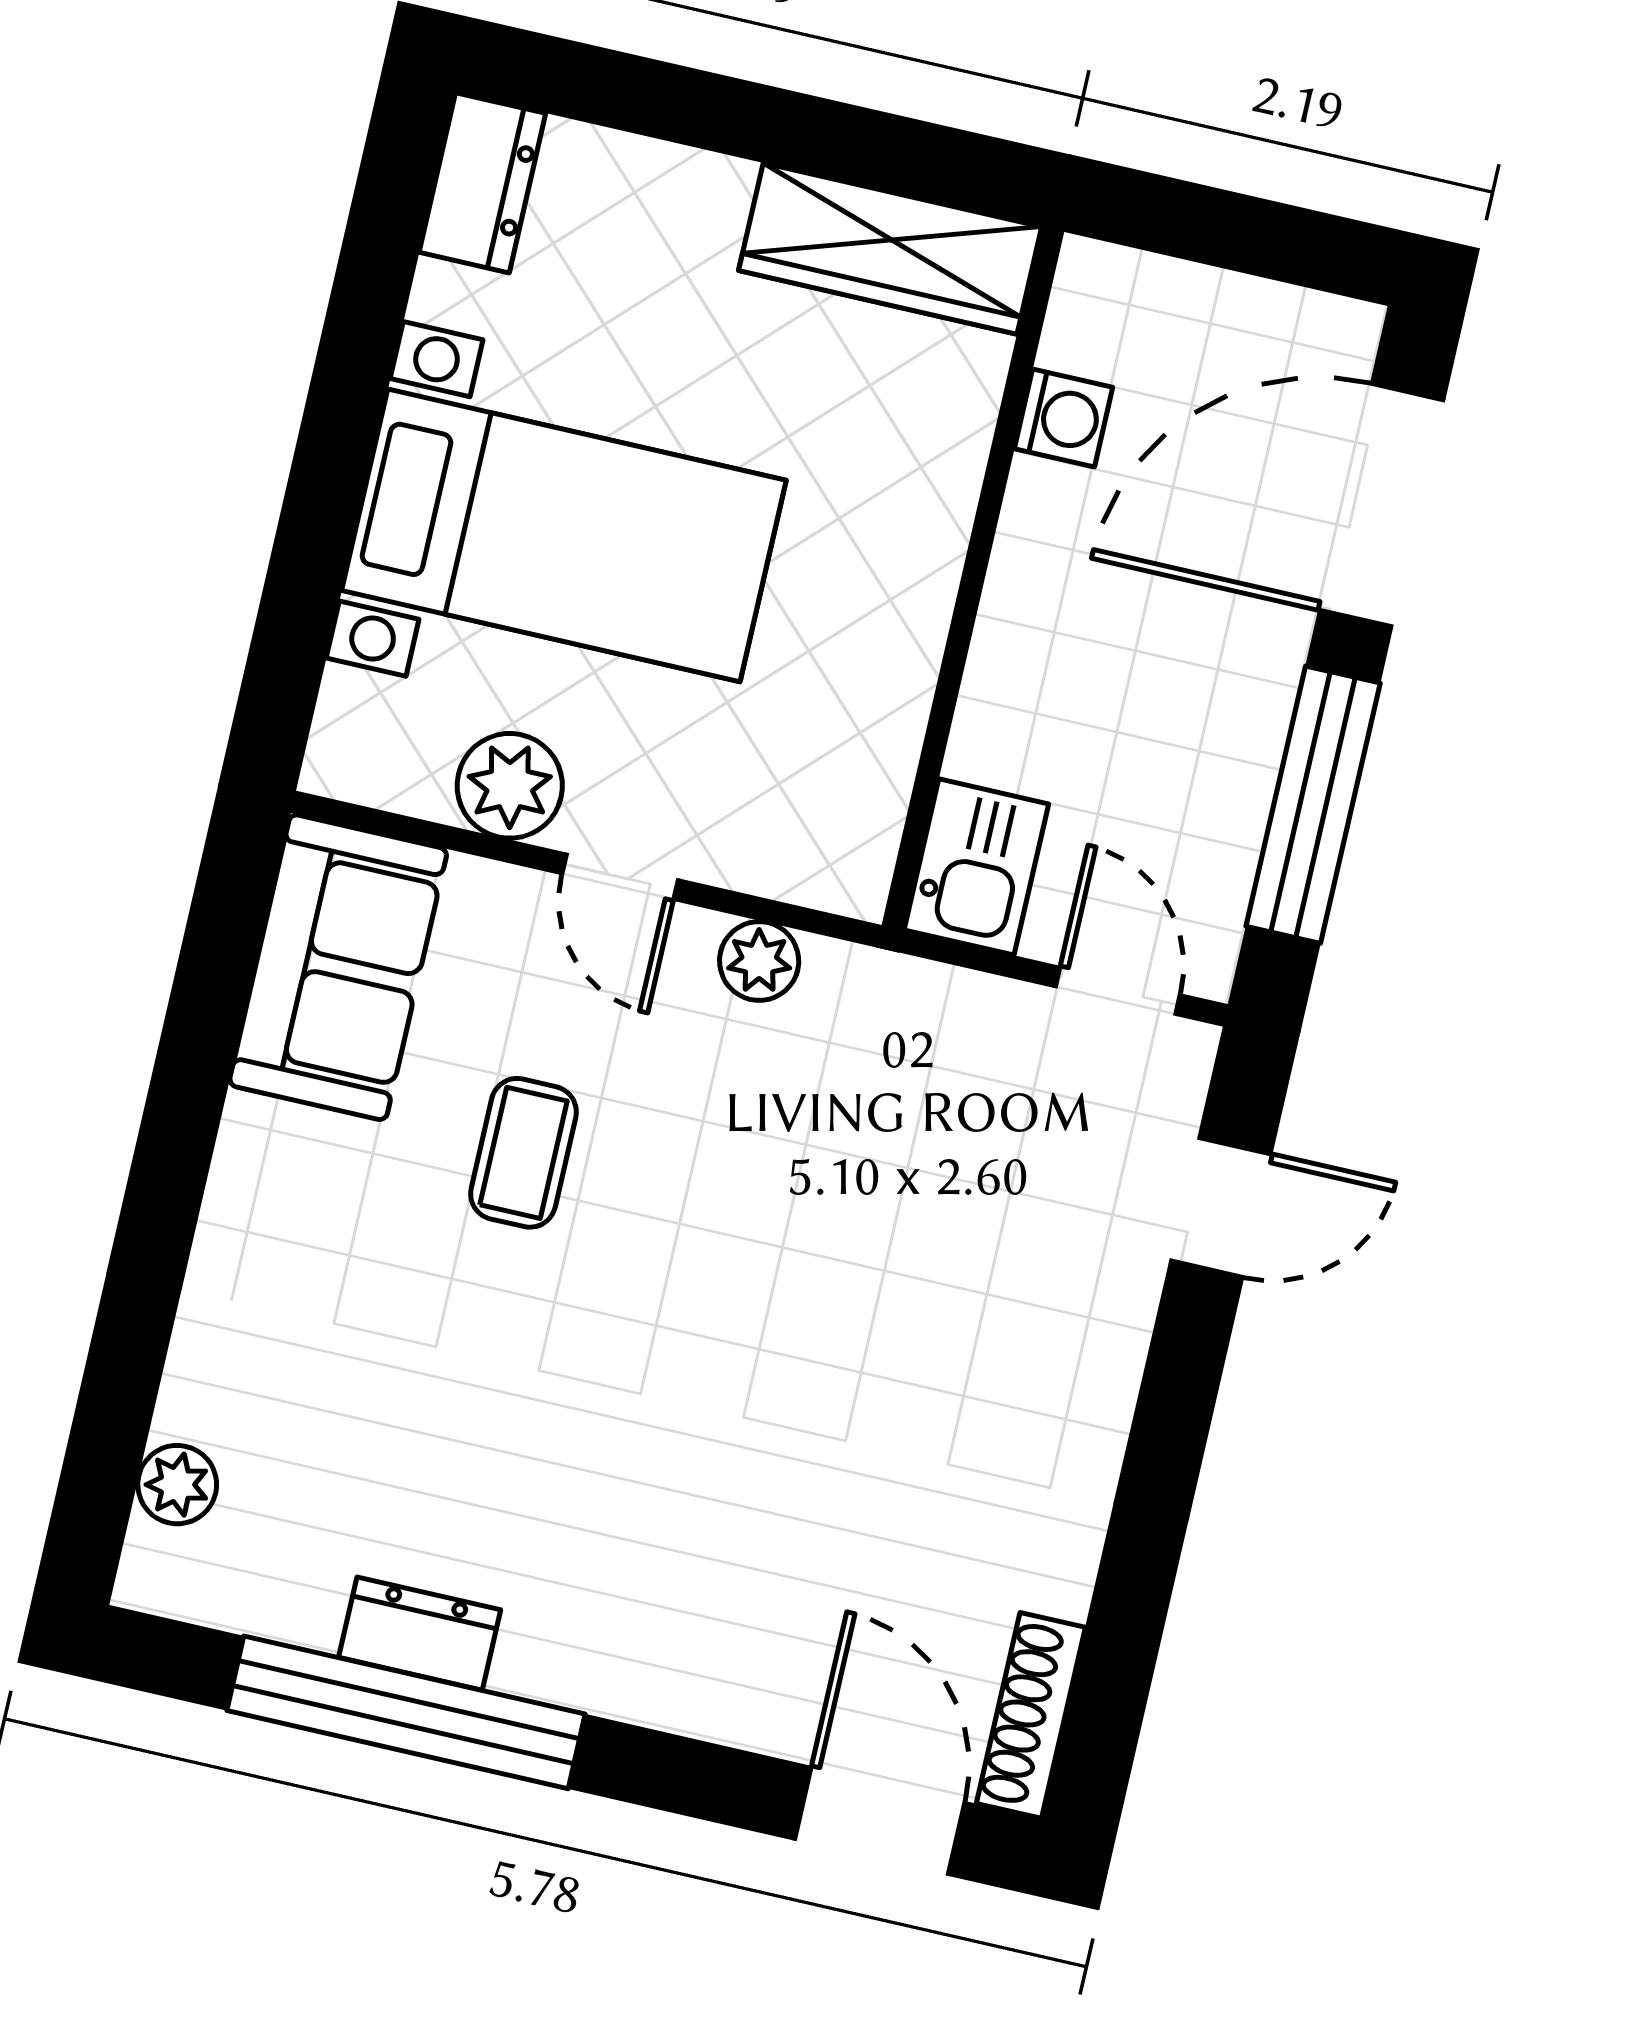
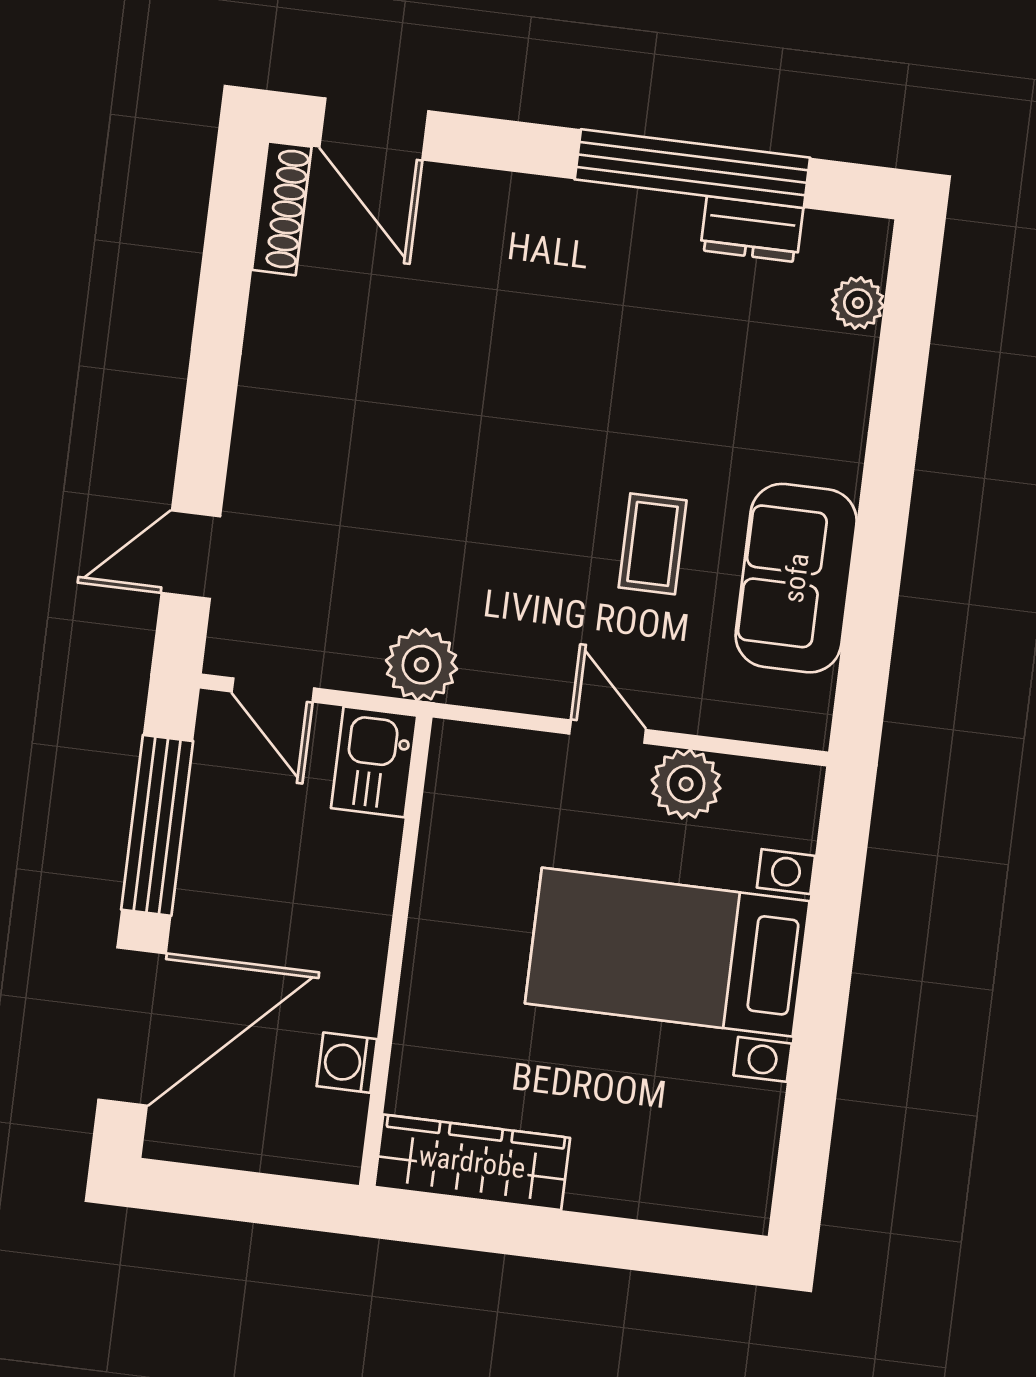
dresser: (482, 183) -> (744, 1178), removed
plant: (759, 961) -> (422, 665), moved, width x1.38, depth x1.38
sofa: (338, 967) -> (796, 578), moved
dresser: (420, 1634) -> (752, 229), moved

